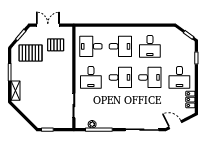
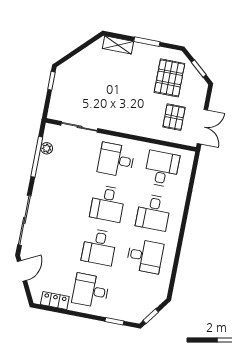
double door: (48, 25) -> (202, 127), moved
desk: (150, 46) -> (145, 256), turned 180

